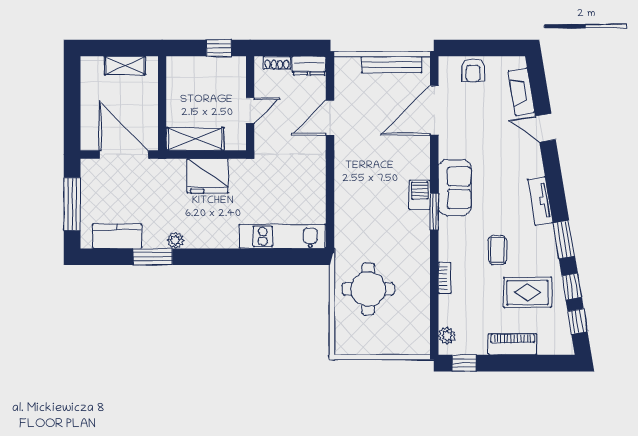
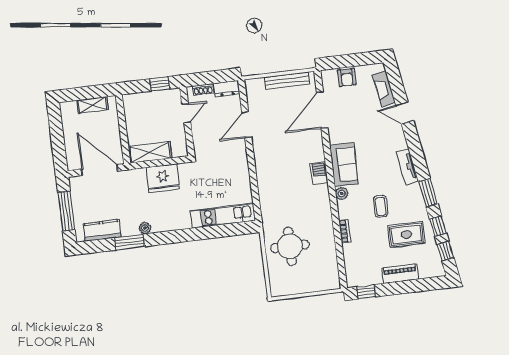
door: (250, 111) -> (186, 113), moved
window: (434, 212) -> (331, 184), removed
plant: (447, 336) -> (342, 193), moved

